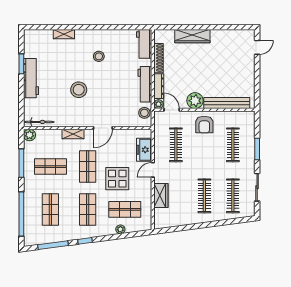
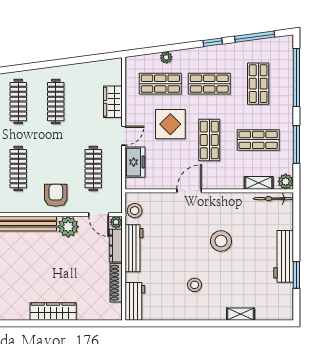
wardrobe: (192, 36) -> (53, 312), moved
shelving: (73, 134) -> (259, 183), moved
shop shelf: (88, 209) -> (209, 84), turned 90

